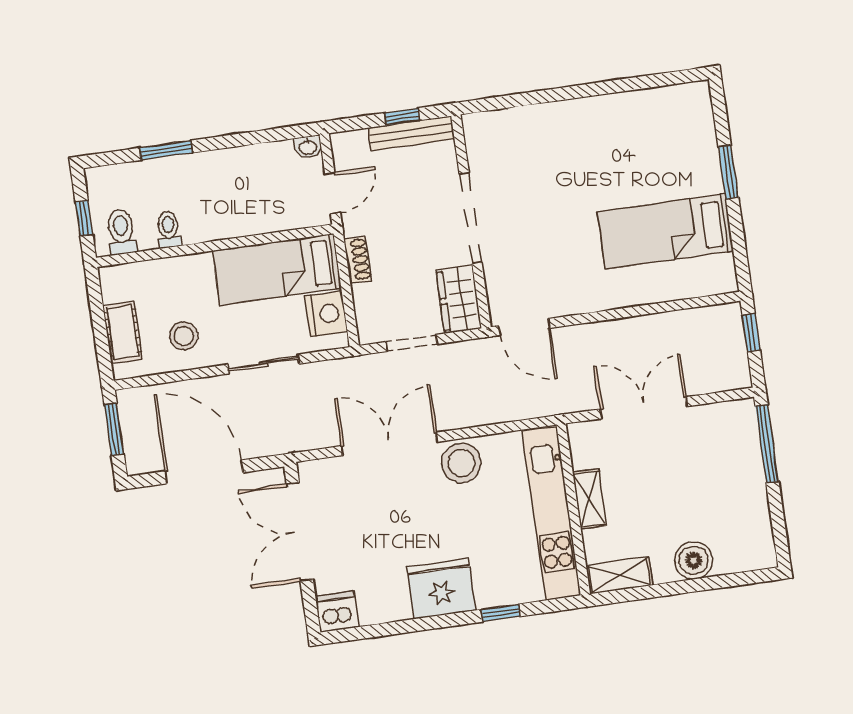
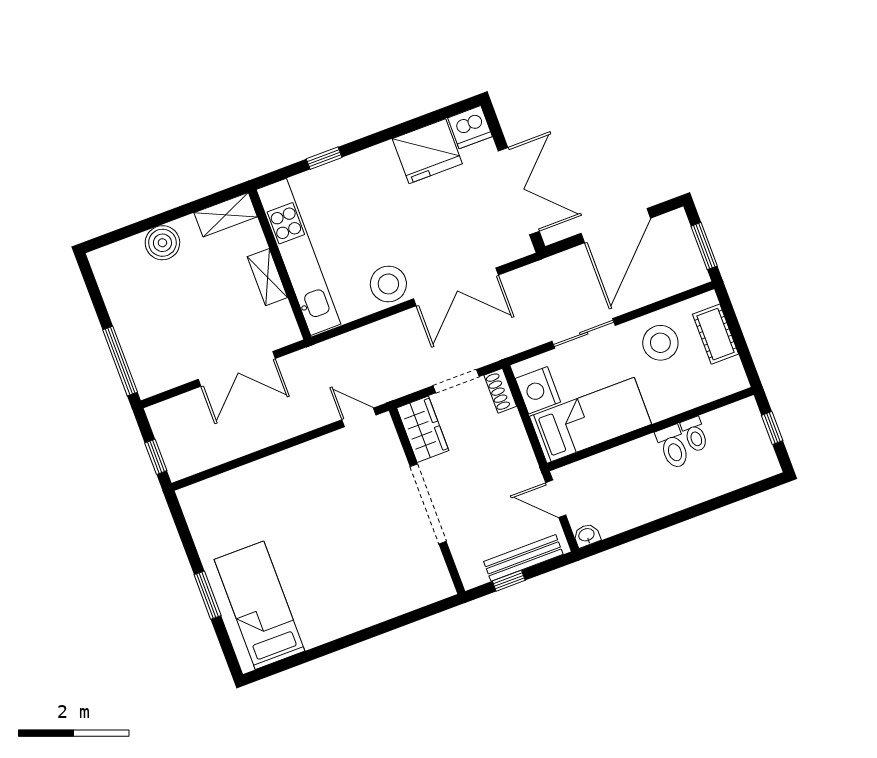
bench: (411, 133) -> (523, 558), moved
window: (166, 150) -> (712, 505), removed
door: (333, 193) -> (556, 499), hinge flipped
bed: (666, 231) -> (259, 605), moved, turned -90
toilet: (121, 232) -> (673, 447), moved
shoe rack: (358, 260) -> (500, 391), moved
door: (524, 327) -> (359, 417), width x0.73
stool: (184, 336) -> (660, 343), width x1.38, depth x1.38
door: (204, 472) -> (616, 226), hinge flipped
fridge: (441, 589) -> (427, 151), moved

